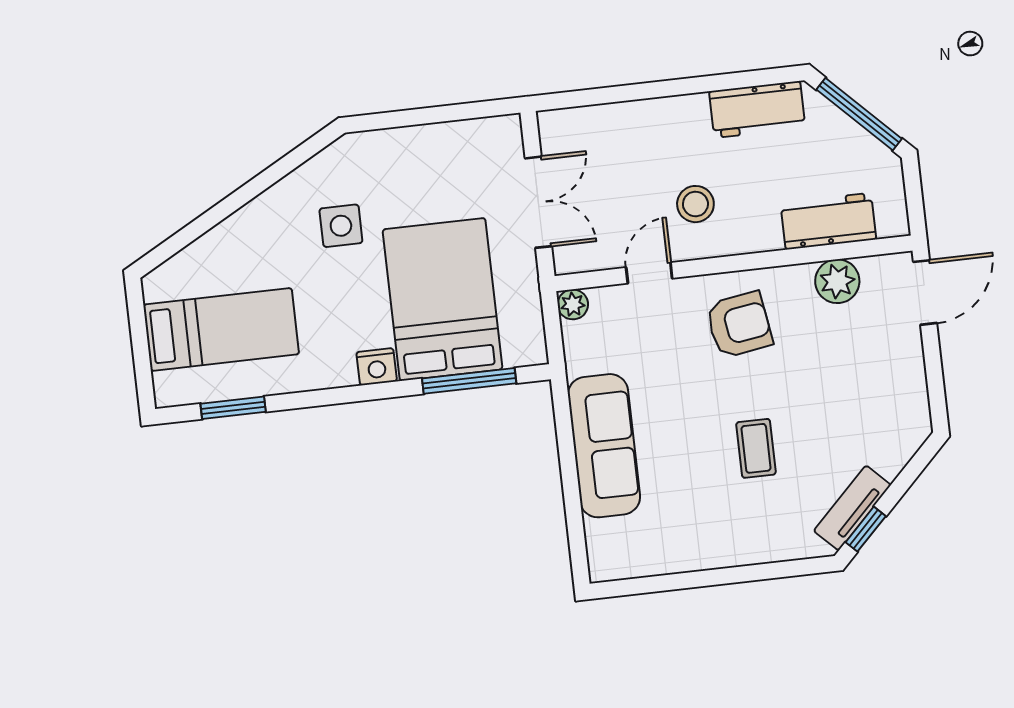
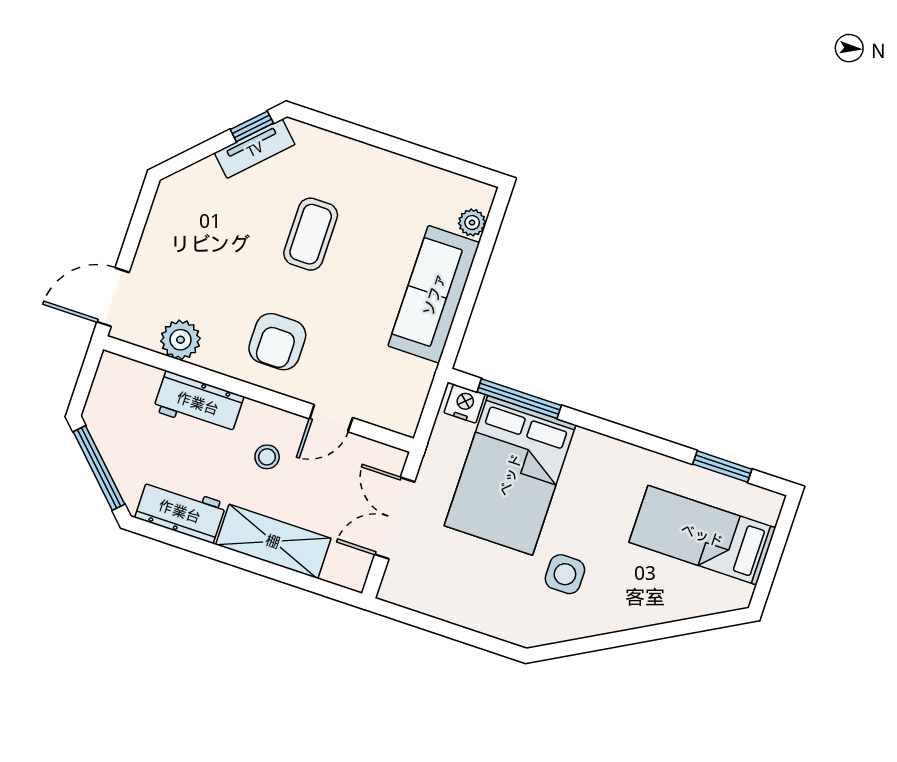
shelving: (649, 122) -> (273, 541), added
stool: (695, 204) -> (267, 457), width x0.73, depth x0.73
workbench: (828, 221) -> (198, 403), moved
plant: (573, 304) -> (472, 223), moved
armchair: (739, 325) -> (277, 342), turned -81
nightstand: (377, 367) -> (465, 404), moved
coffee table: (756, 448) -> (311, 234), width x1.36, depth x1.30

